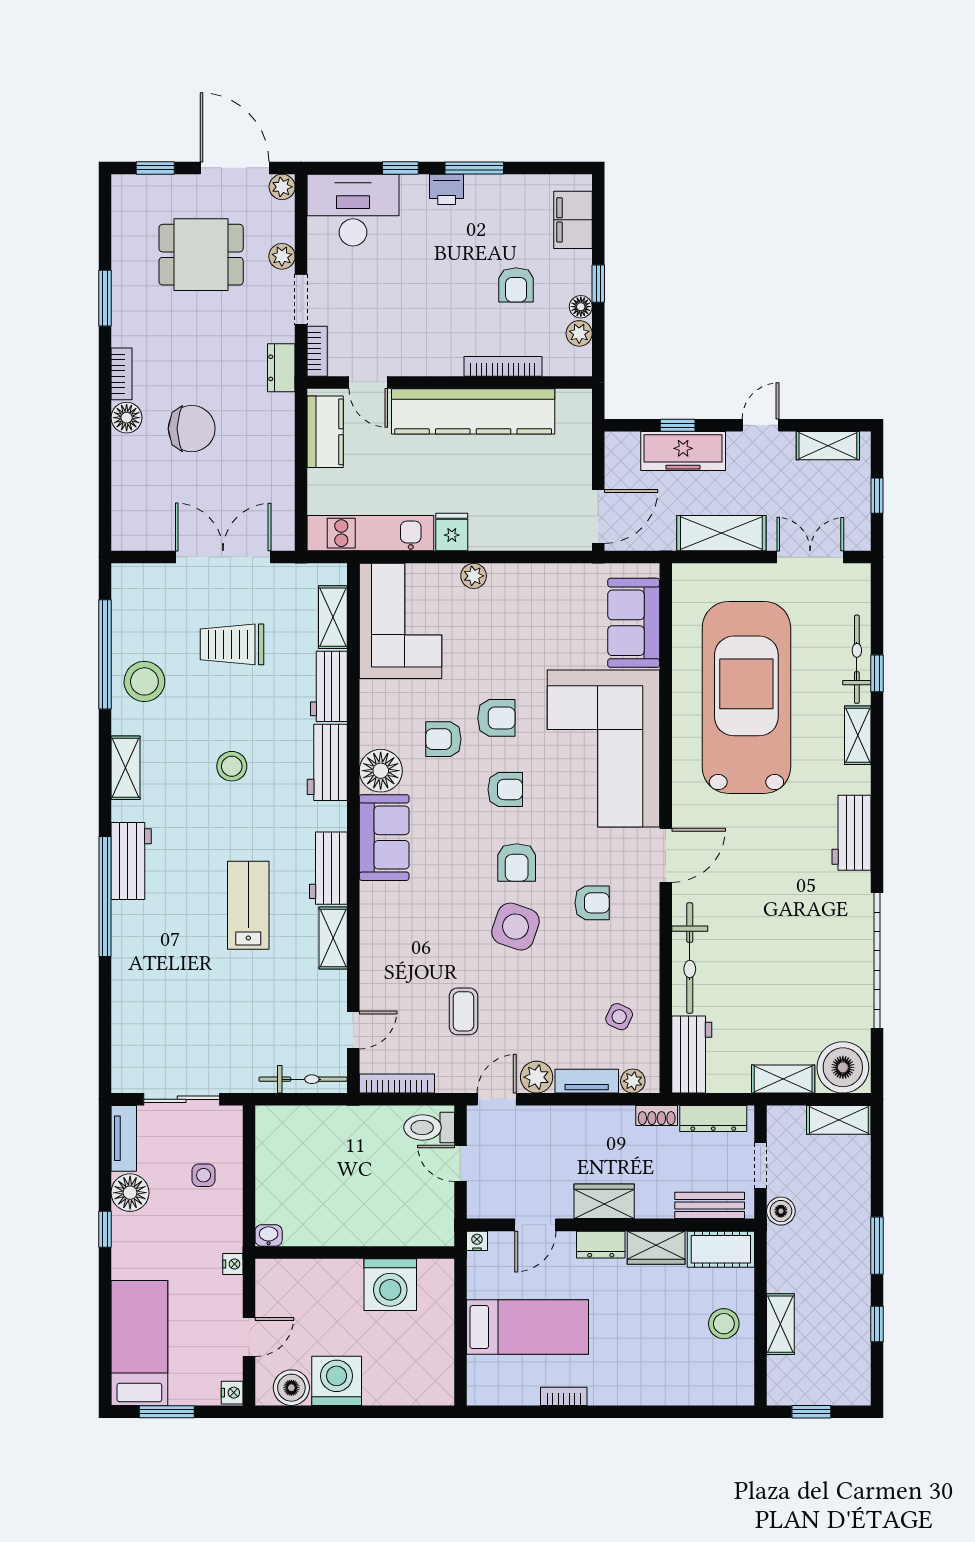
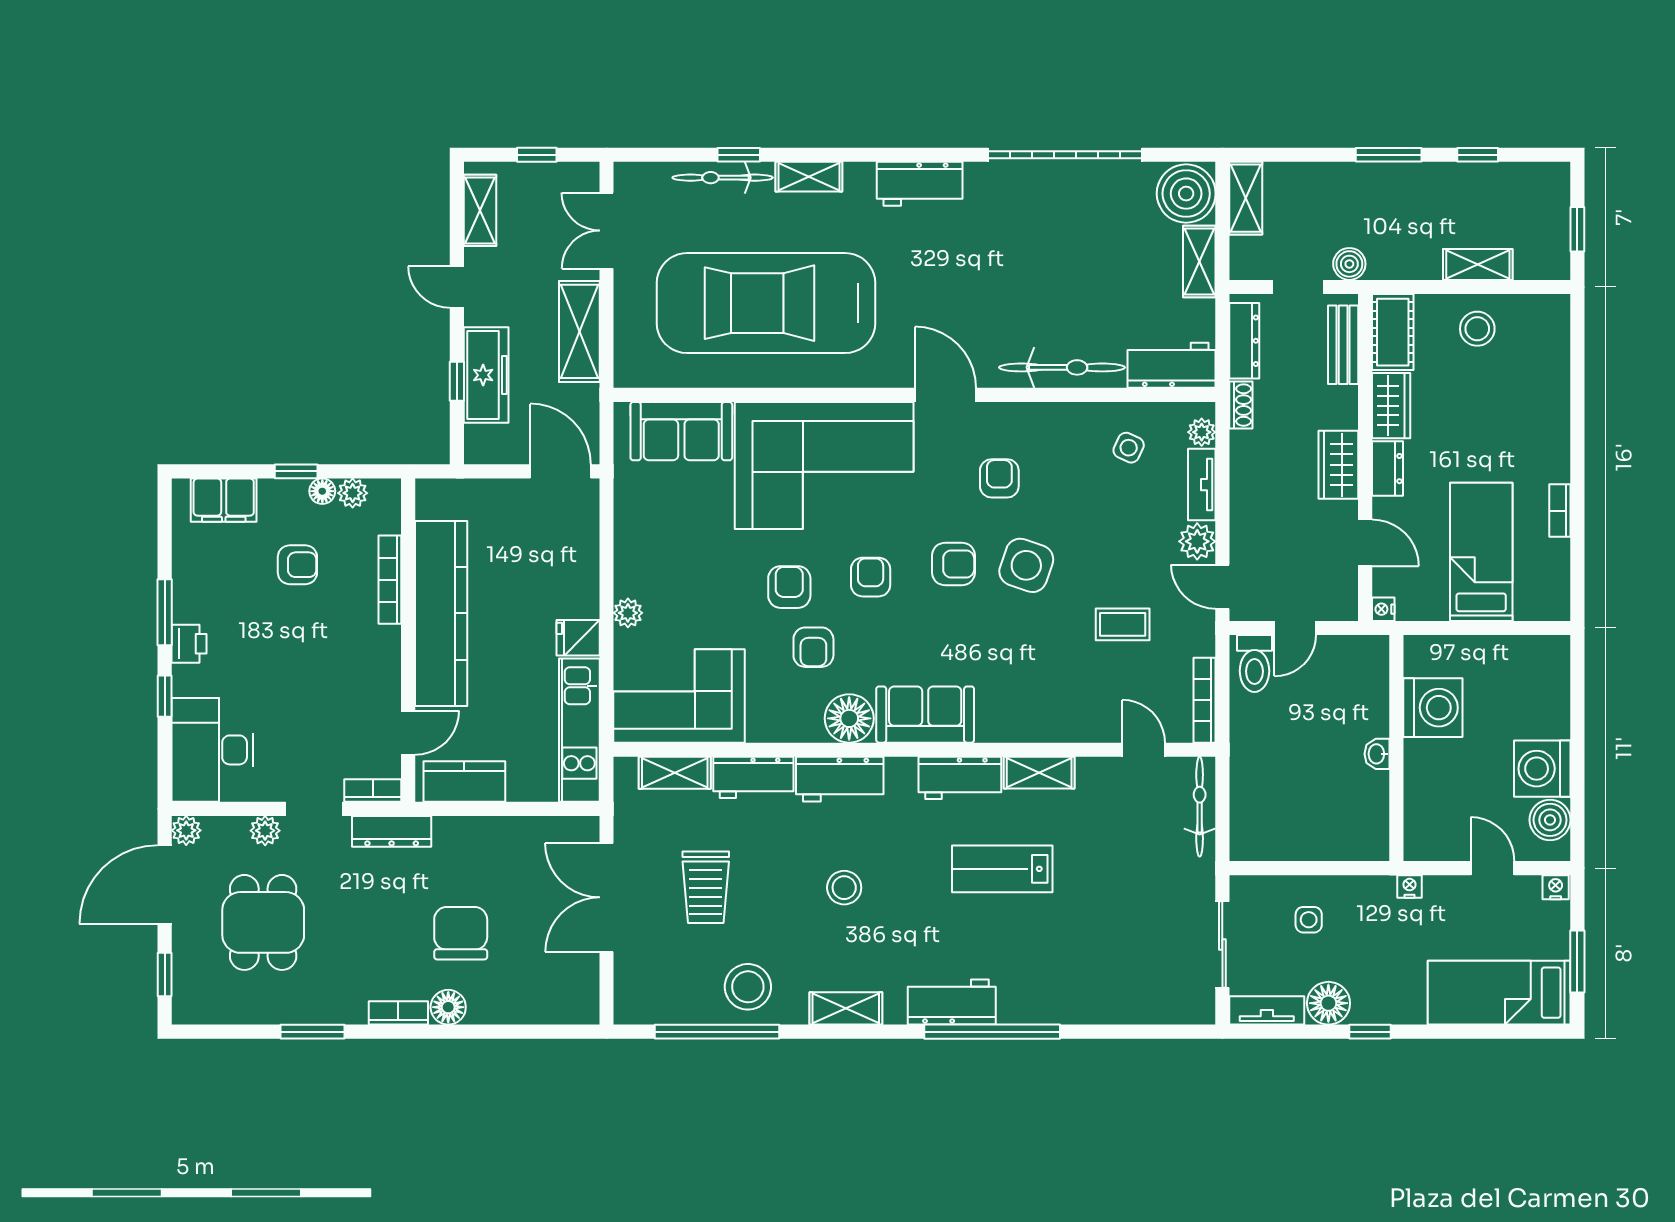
dresser: (281, 368) -> (392, 831), width x1.44
washbasin: (269, 1235) -> (1377, 754), moved

